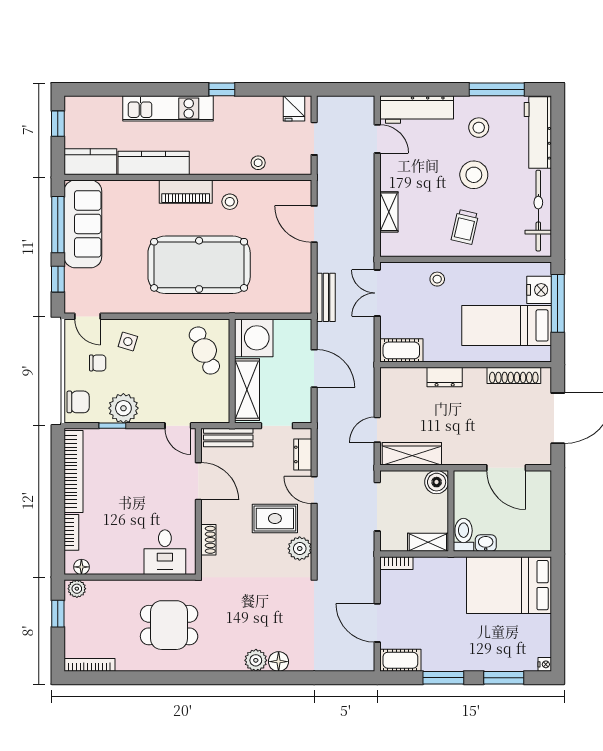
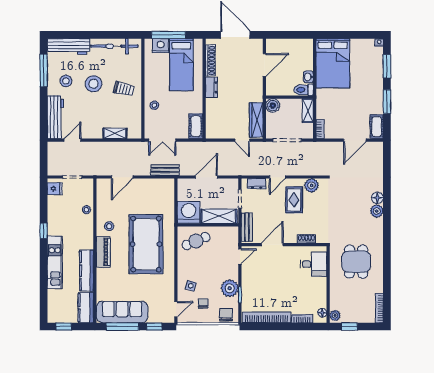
dresser: (445, 377) -> (211, 87), moved

